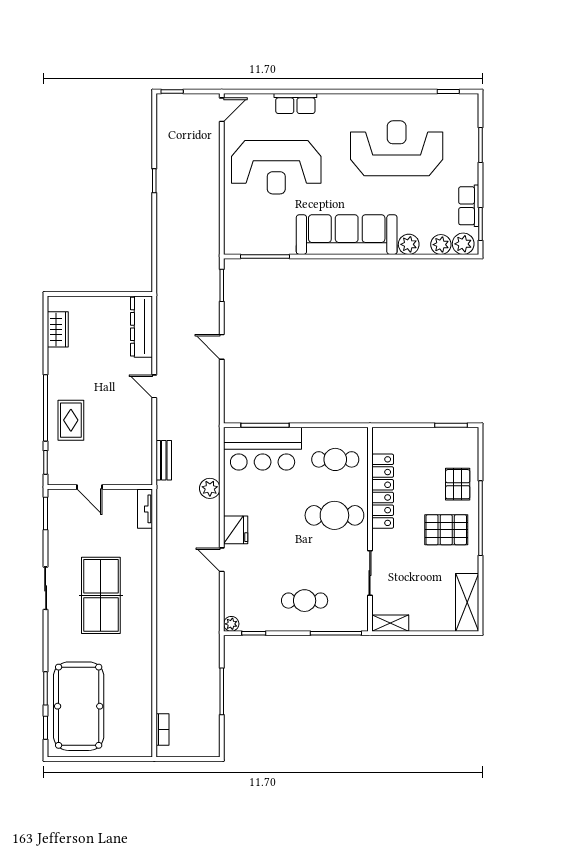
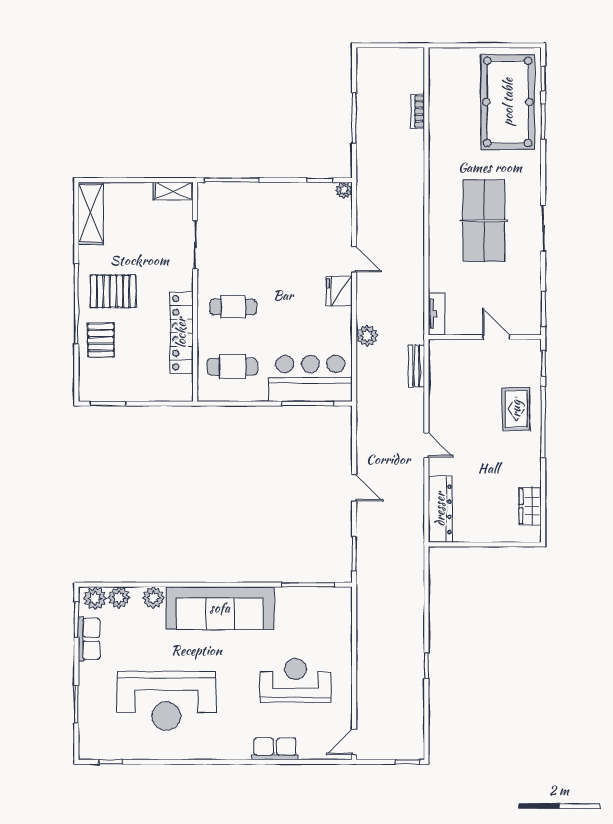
reception desk: (276, 167) -> (296, 680), width x0.74, depth x0.77
cafe table: (334, 515) -> (233, 307), width x0.73, depth x0.74
cafe table: (305, 601) -> (265, 215), removed
bookcase: (163, 730) -> (418, 111), moved

